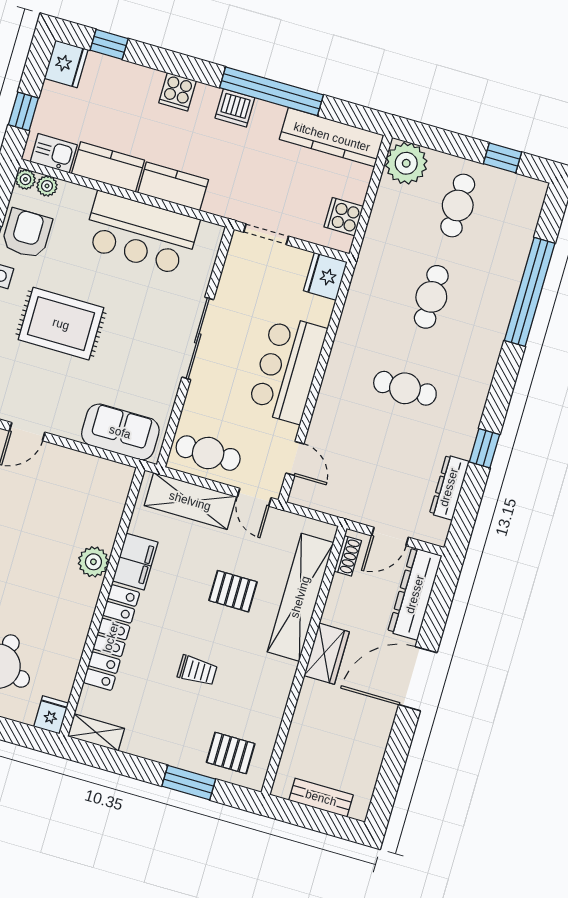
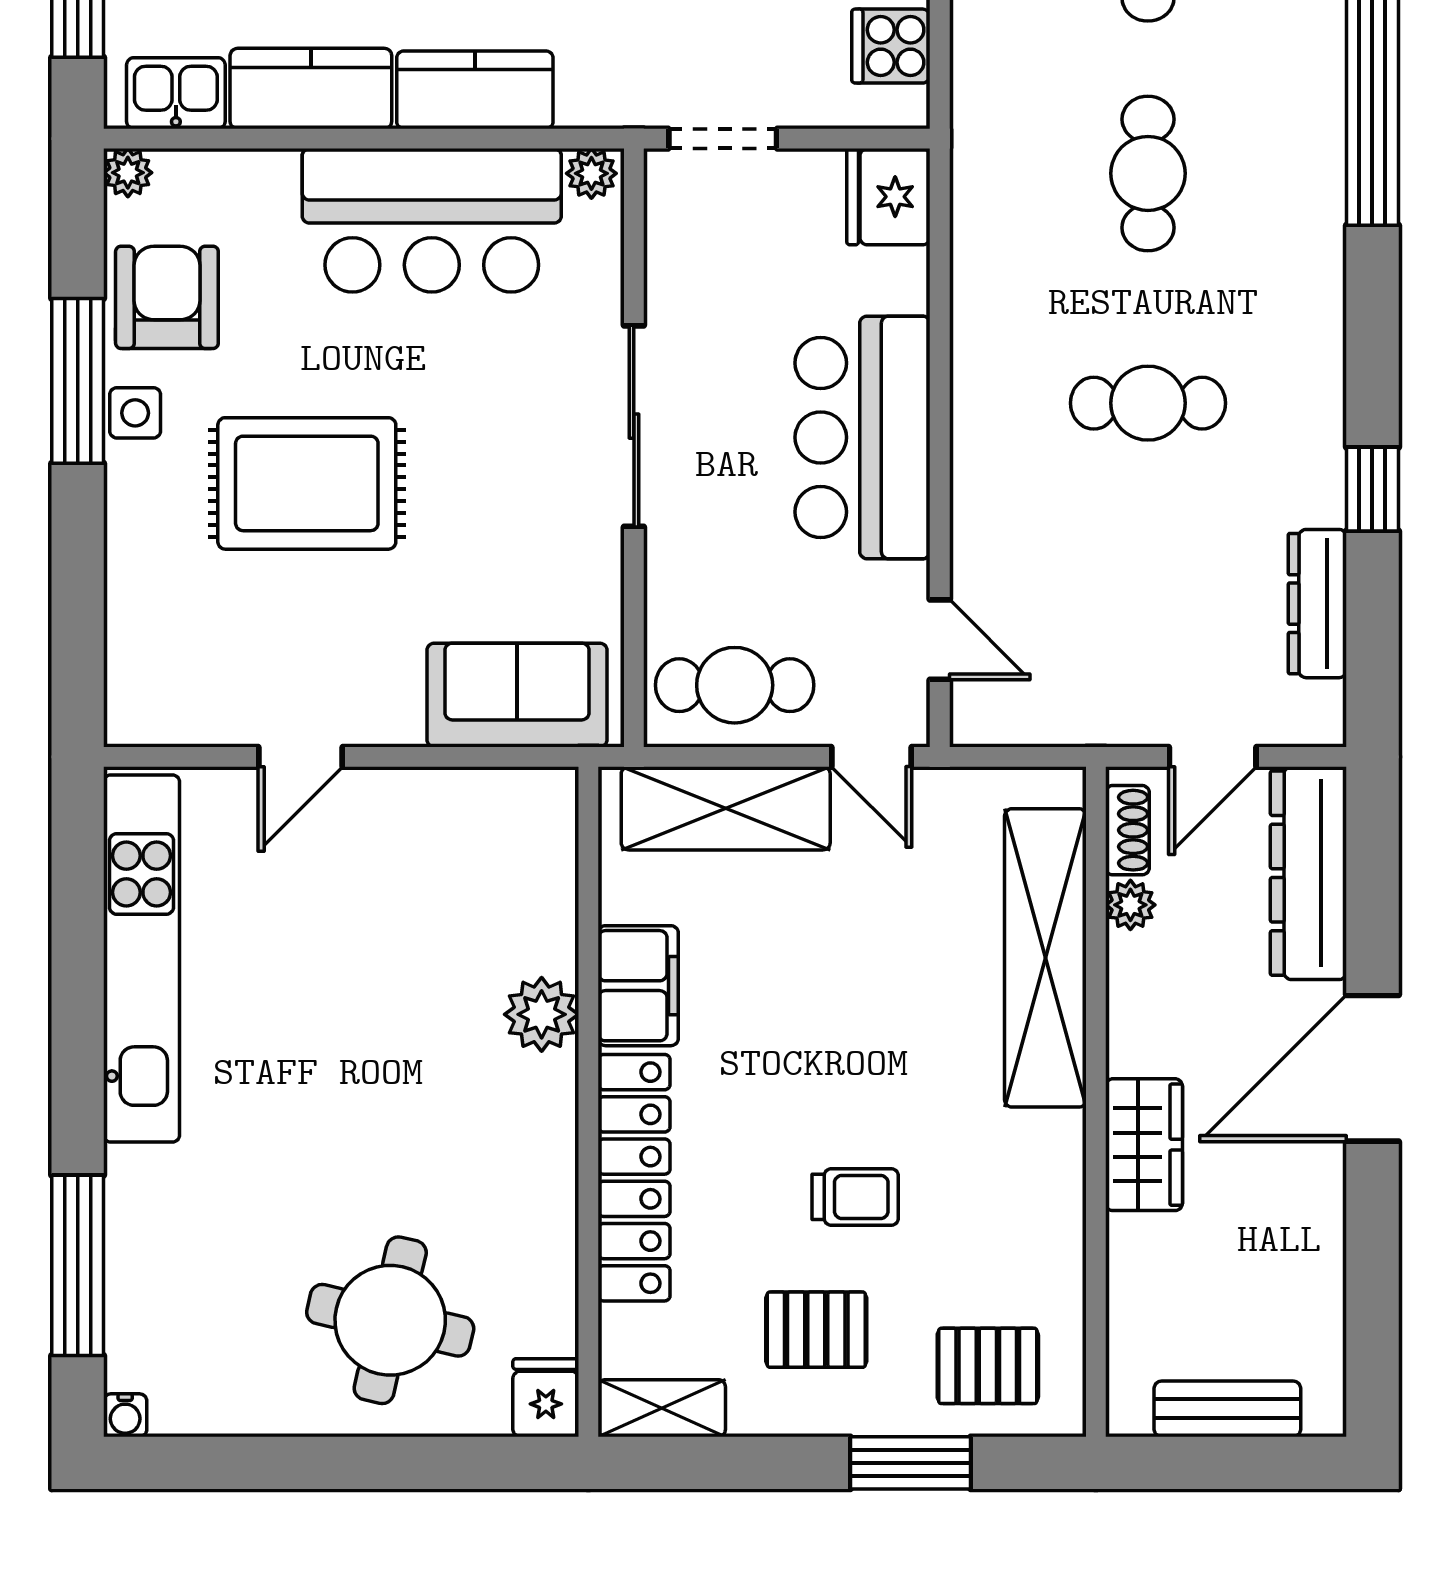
plant: (47, 186) -> (591, 173), moved
plant: (340, 586) -> (1130, 905), added
pallet: (233, 591) -> (816, 1330), moved
wardrobe: (327, 654) -> (1144, 1145), moved

